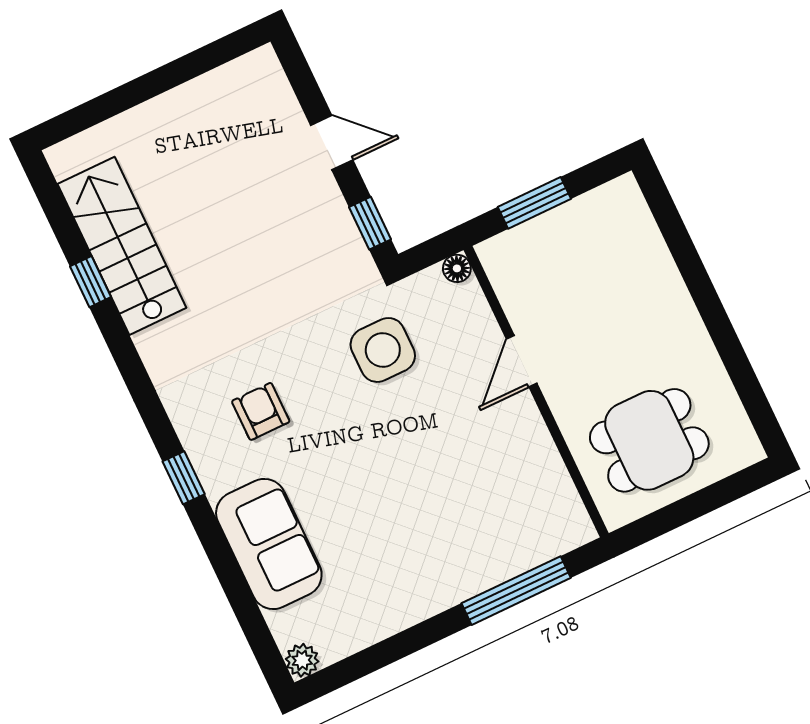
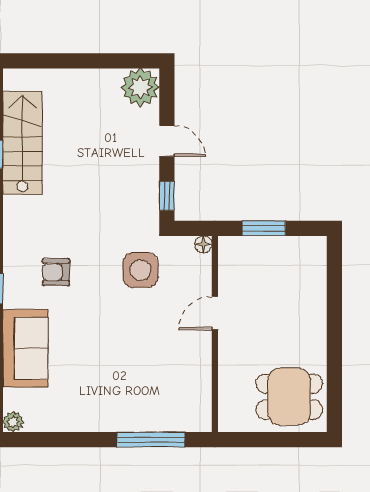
plant: (256, 83) -> (140, 87), added
armchair: (261, 411) -> (56, 272), turned -90
dining table: (649, 440) -> (289, 397), moved

